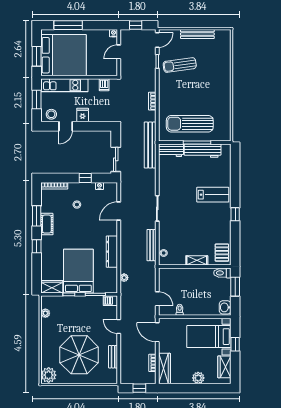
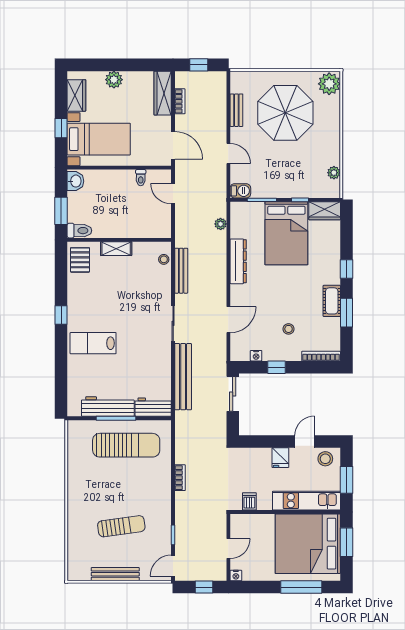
sun lounger: (180, 65) -> (121, 526), moved
bench: (150, 145) -> (183, 377), moved

